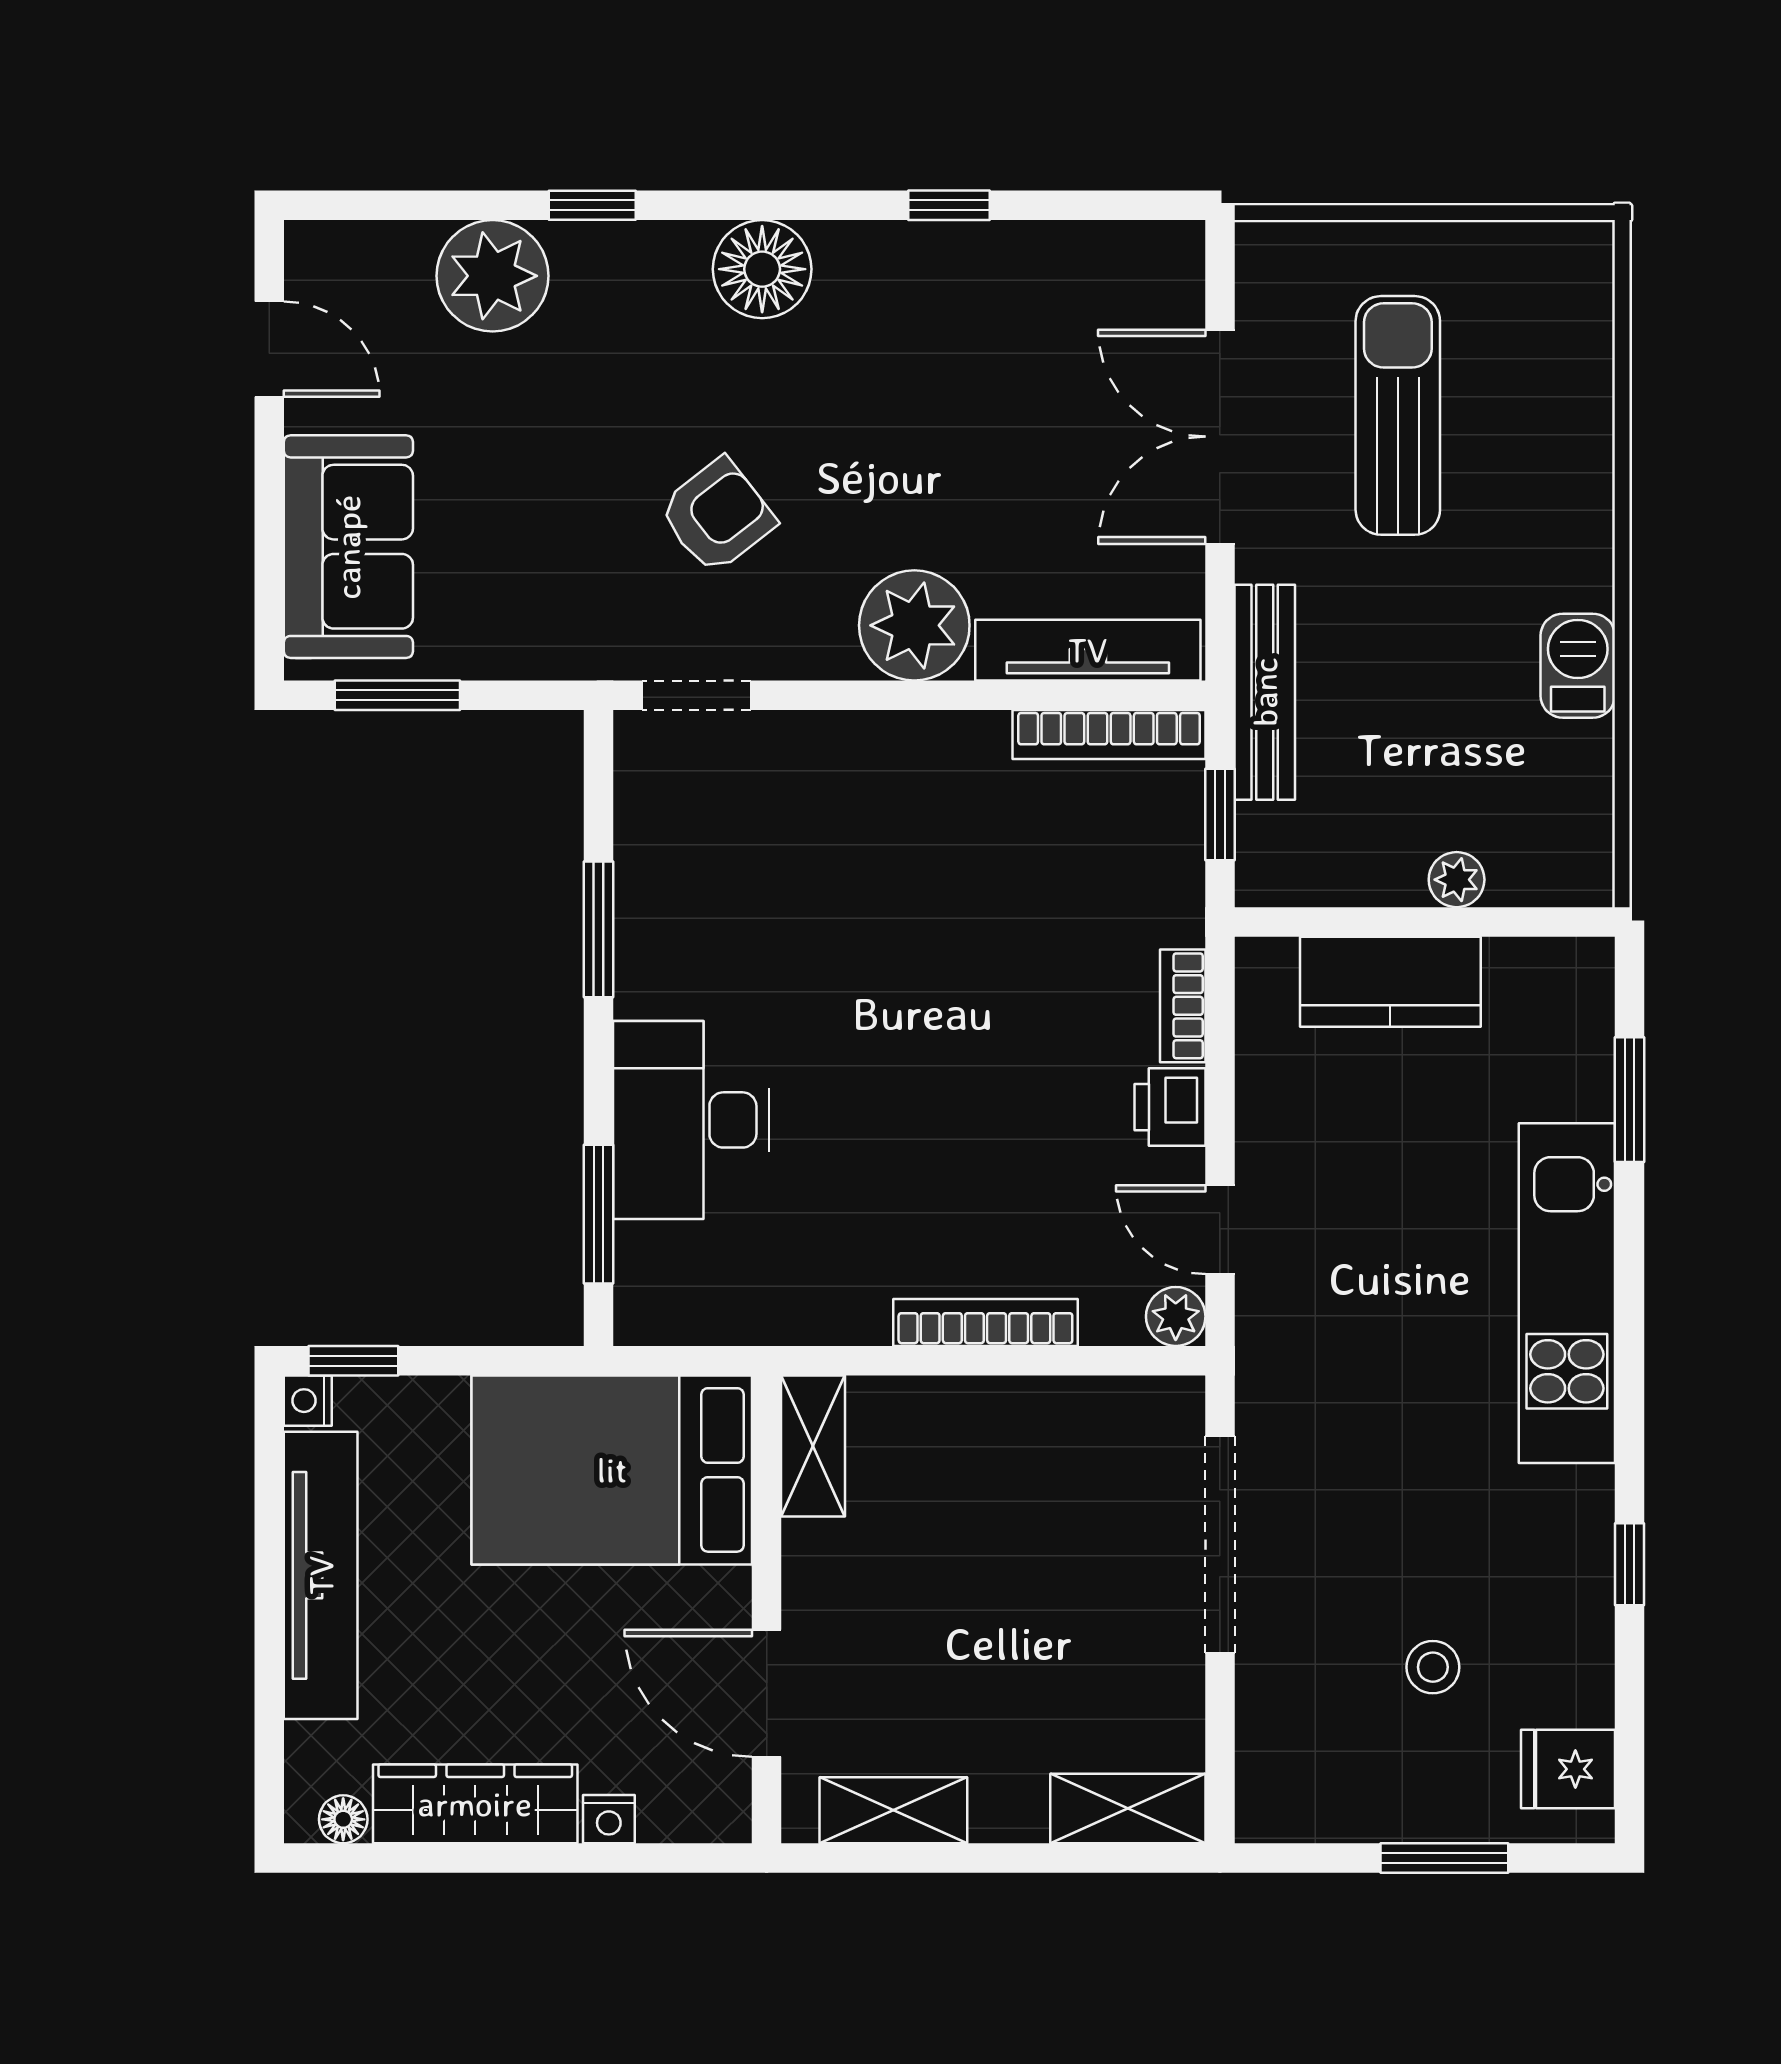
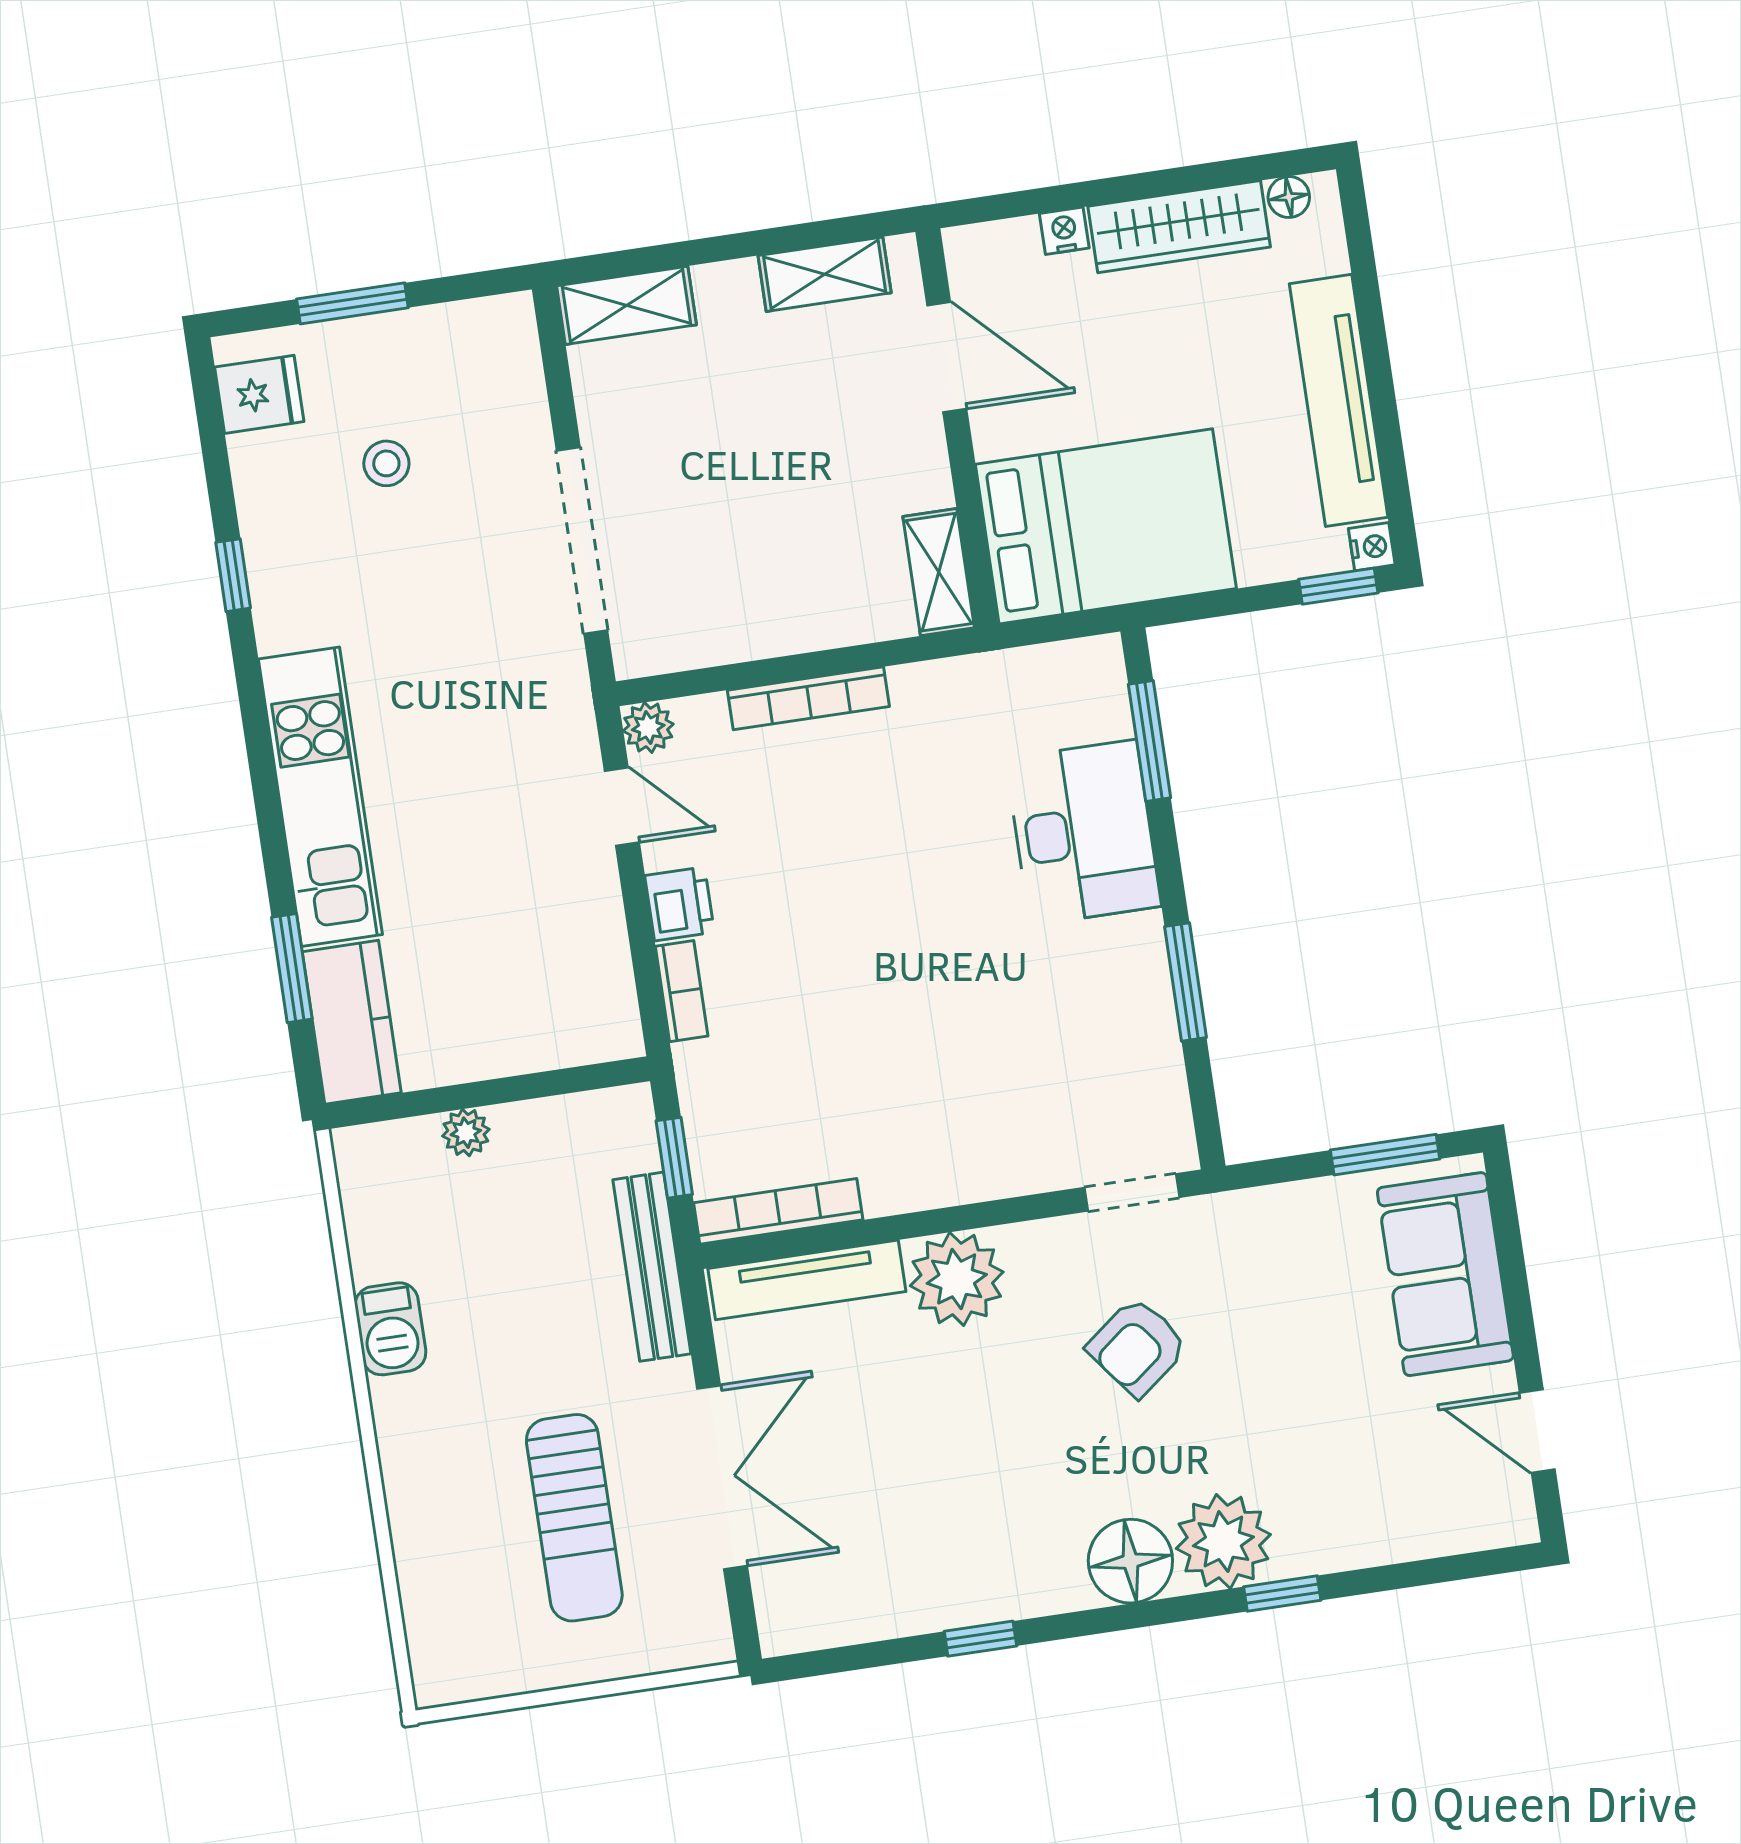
plant: (493, 276) -> (1223, 1541), moved
kitchen counter: (1390, 982) -> (352, 1022), moved, turned 90

